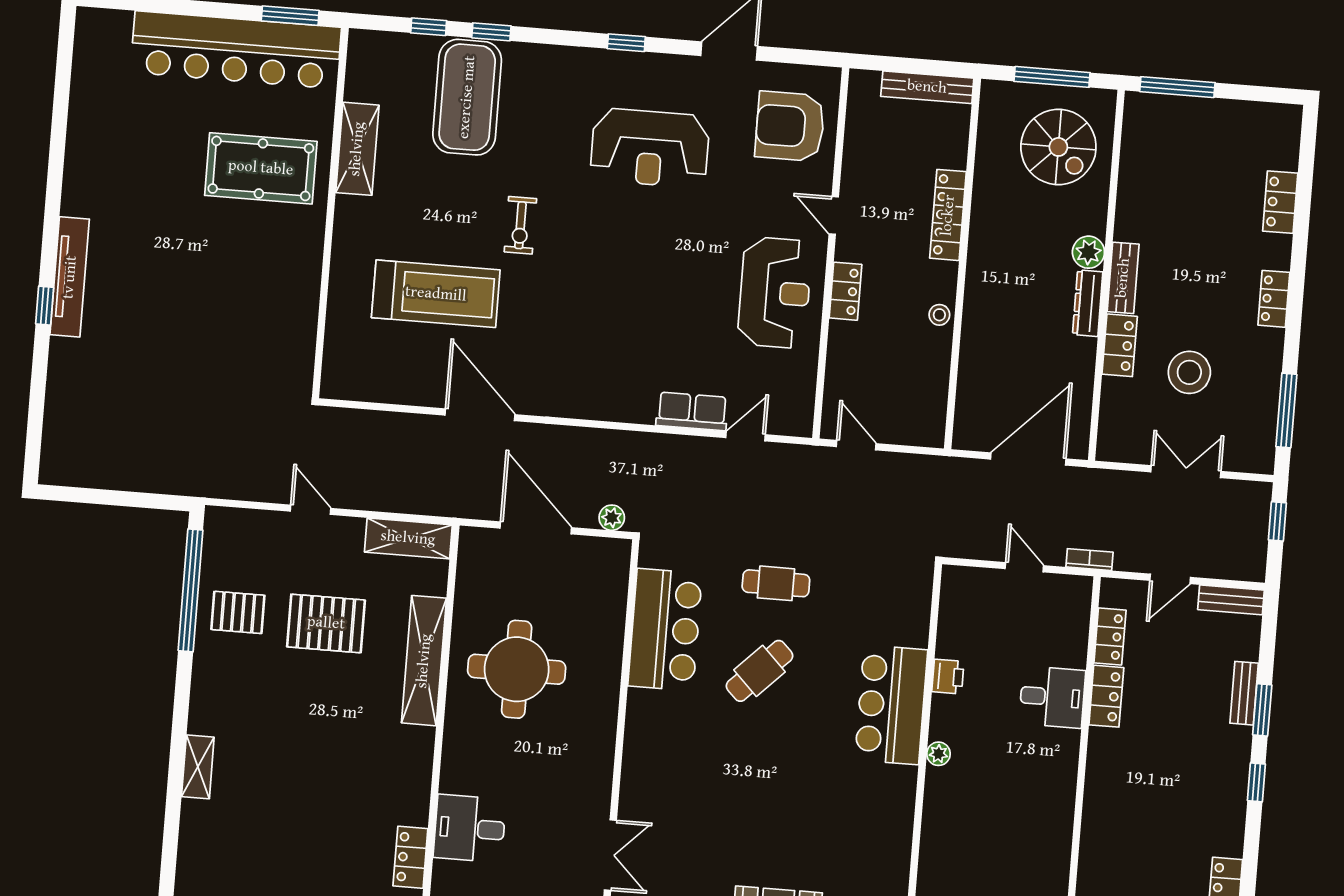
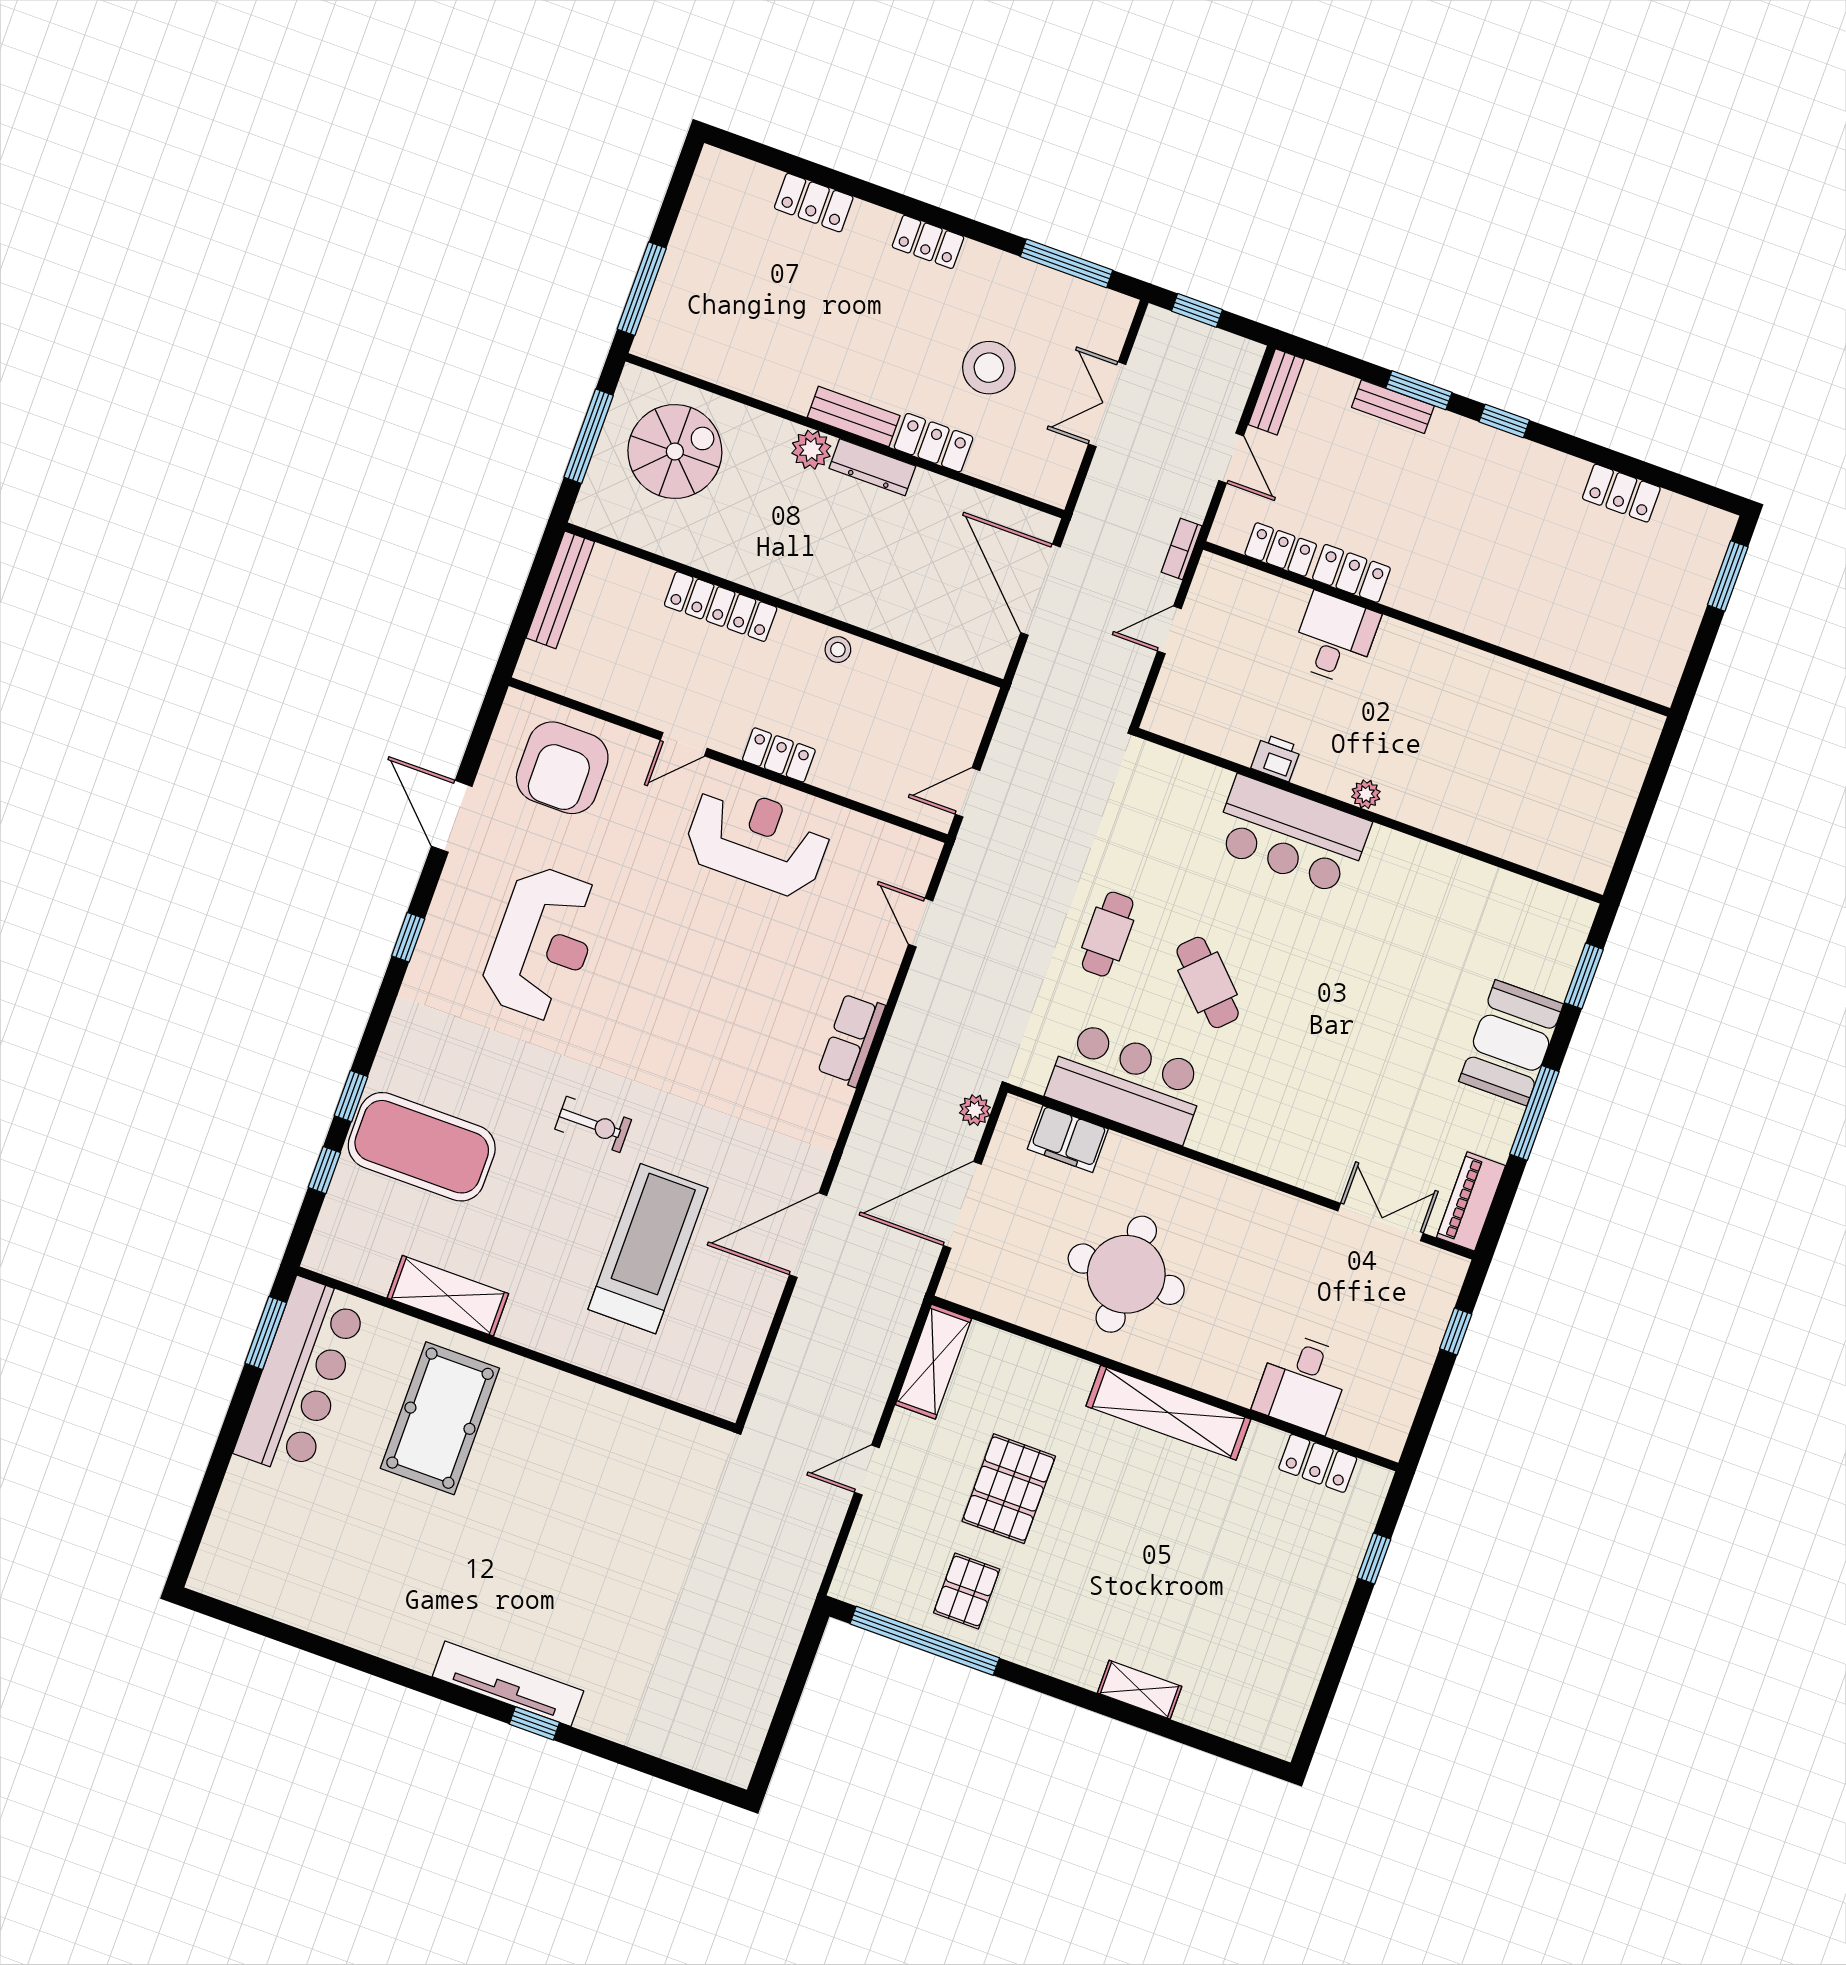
bar counter: (236, 50) -> (301, 1377), width x0.73
row of seats: (692, 411) -> (851, 1040), moved
filing cabinet: (609, 596) -> (1068, 1139), added
shelving: (424, 661) -> (1168, 1413), moved

